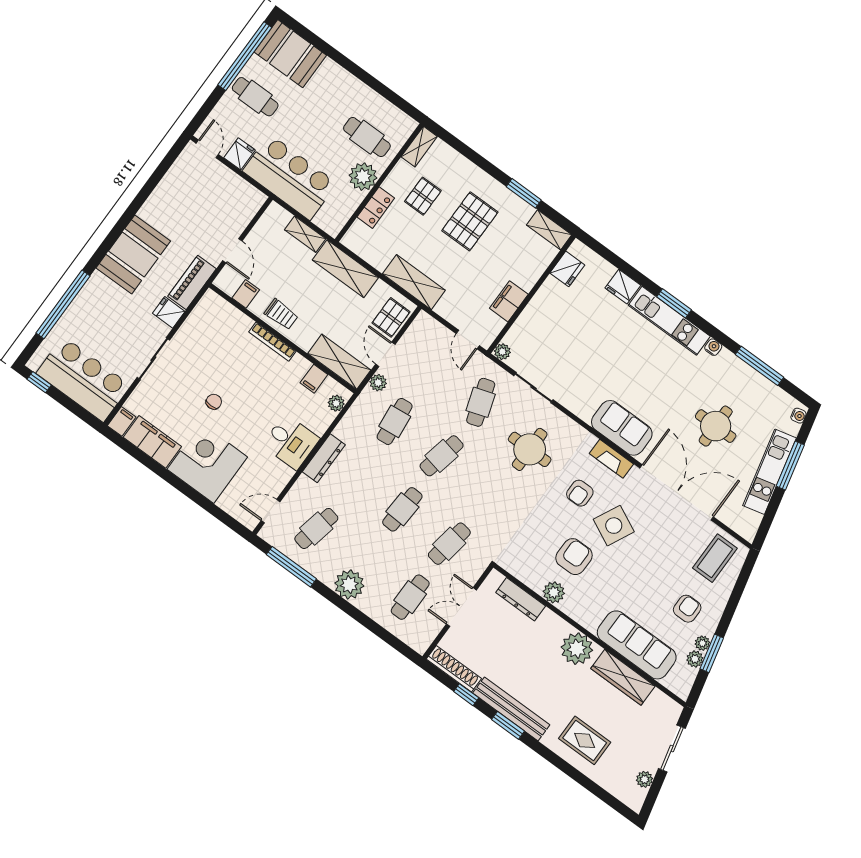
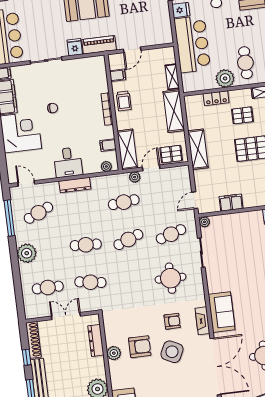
cafe table: (442, 456) -> (128, 239), turned -33
armchair: (580, 493) -> (172, 321), turned 180
cafe table: (316, 528) -> (38, 213), turned -36

